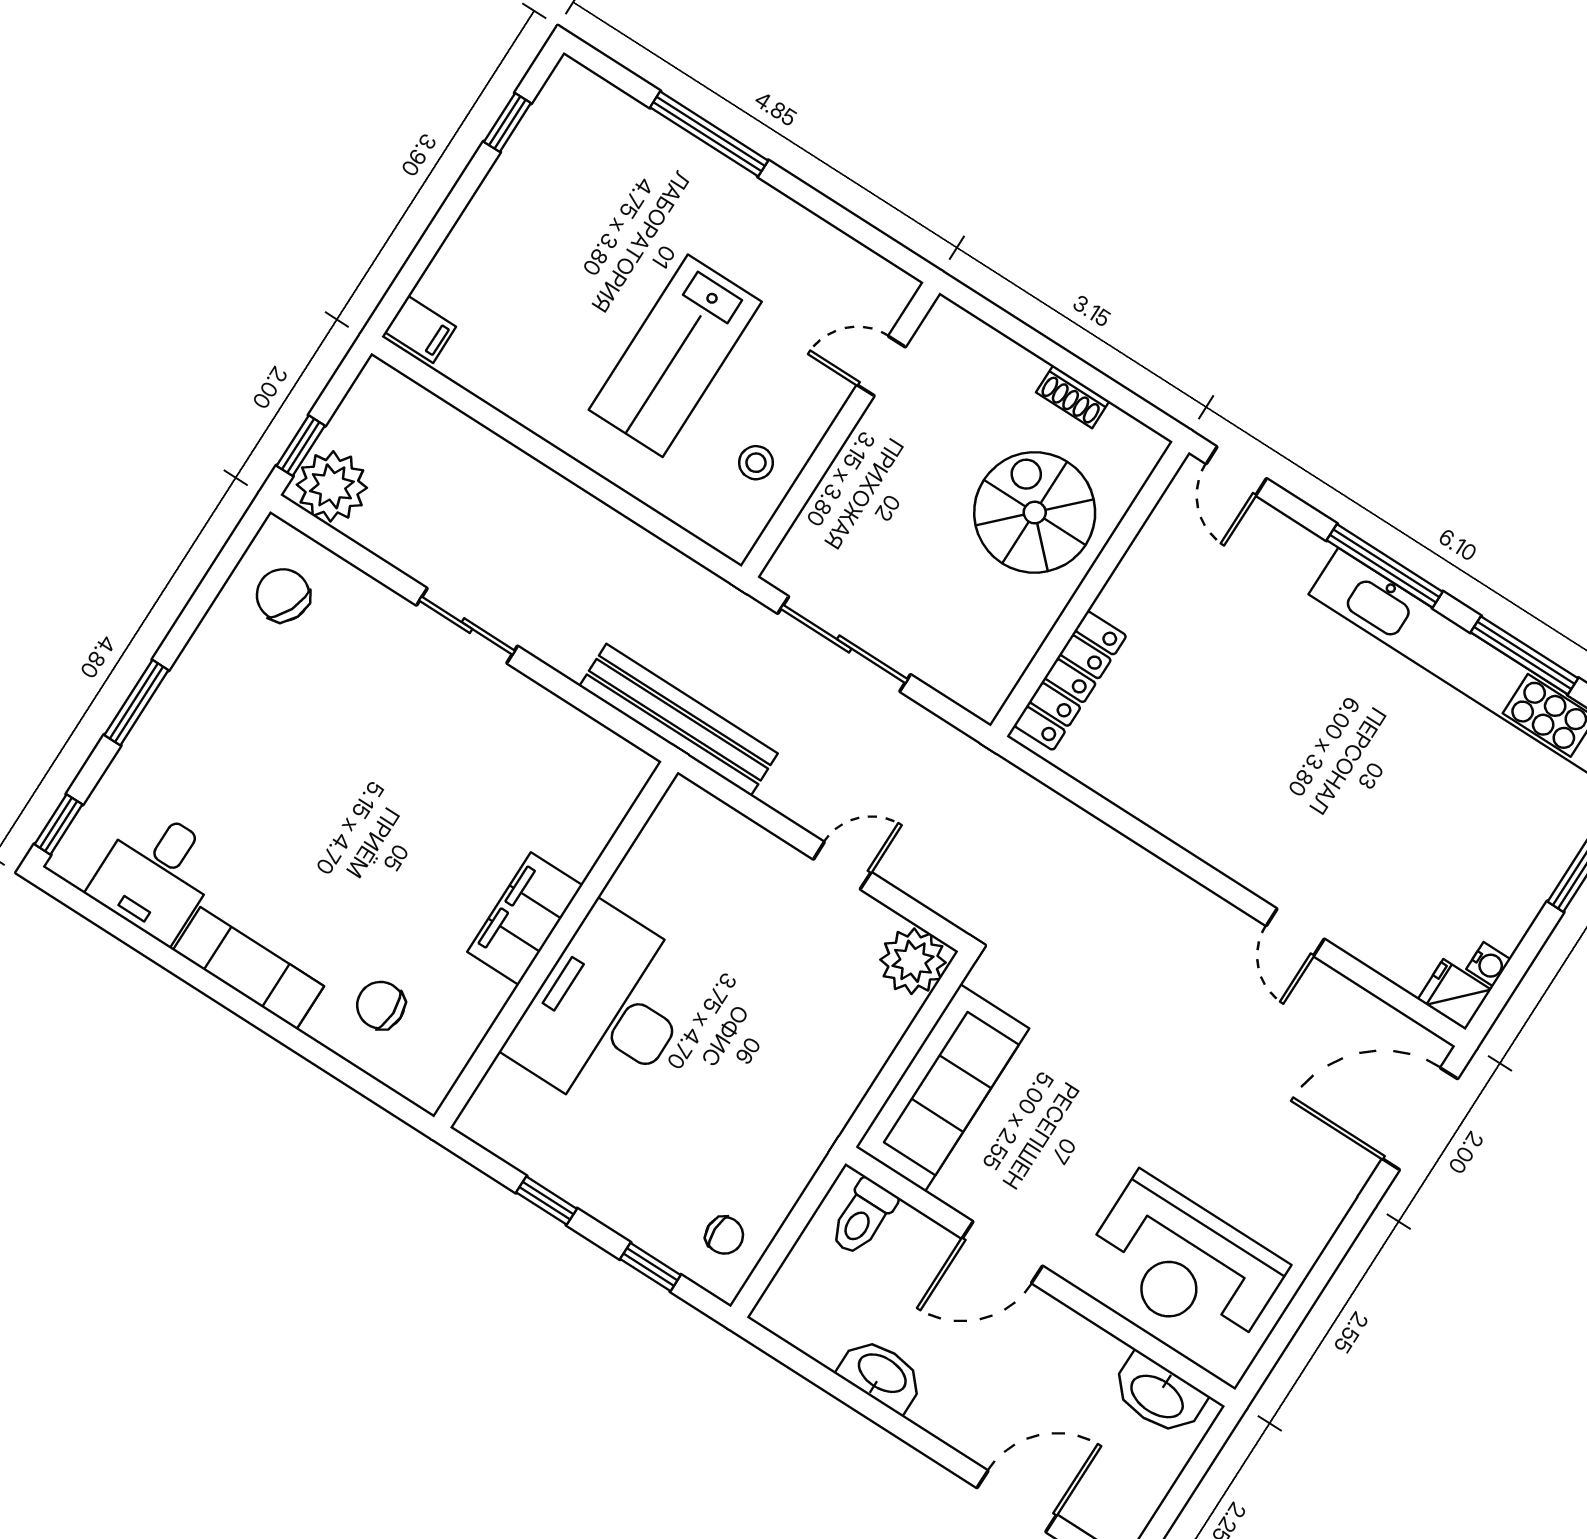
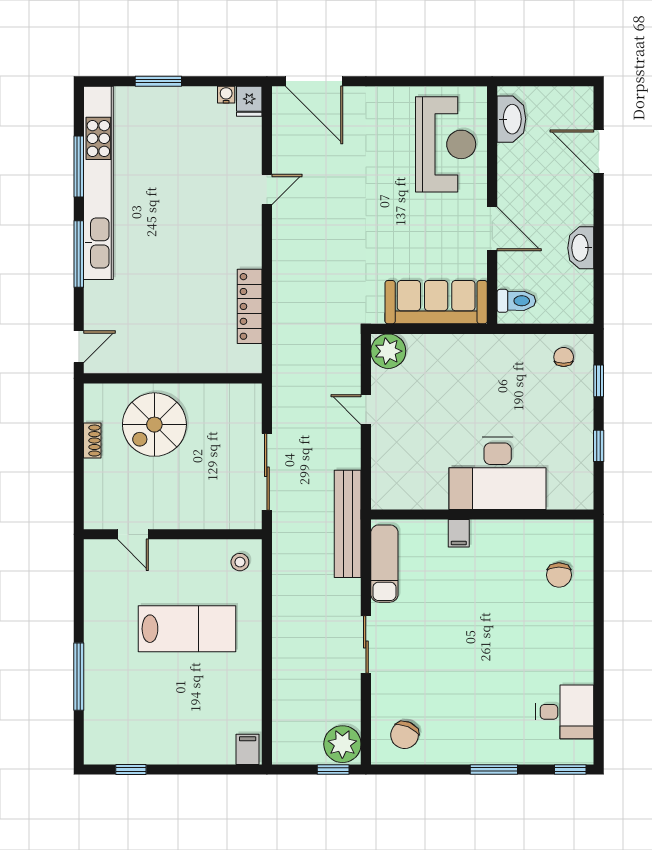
stool: (756, 463) -> (240, 562), moved
locker: (1070, 681) -> (250, 306), moved, turned -90
filing cabinet: (525, 919) -> (459, 533), width x0.33, depth x0.86
exam couch: (248, 968) -> (384, 564), moved, turned 180

